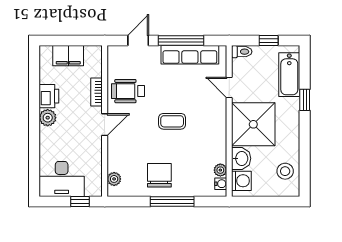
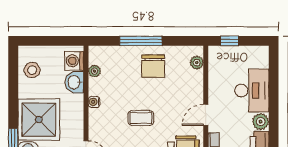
shower: (253, 124) -> (39, 120), moved
desk: (62, 179) -> (252, 91), moved, turned 90
water cooler: (221, 184) -> (94, 102), moved

